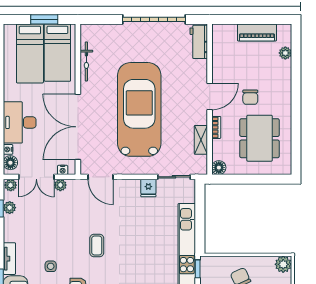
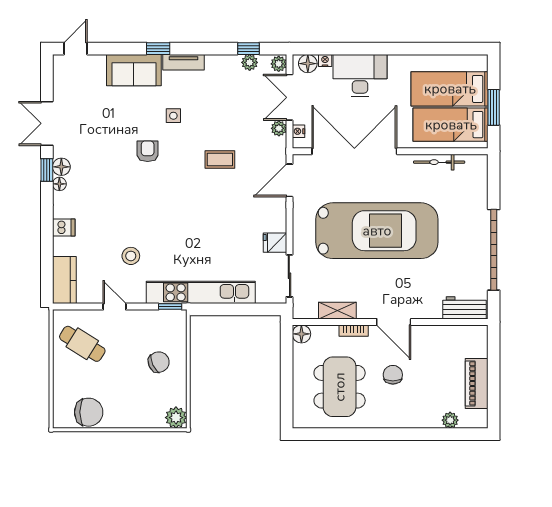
chair: (250, 97) -> (393, 375), turned 90
dining table: (260, 138) -> (340, 387), turned 90
coffee table: (97, 245) -> (220, 159), moved

